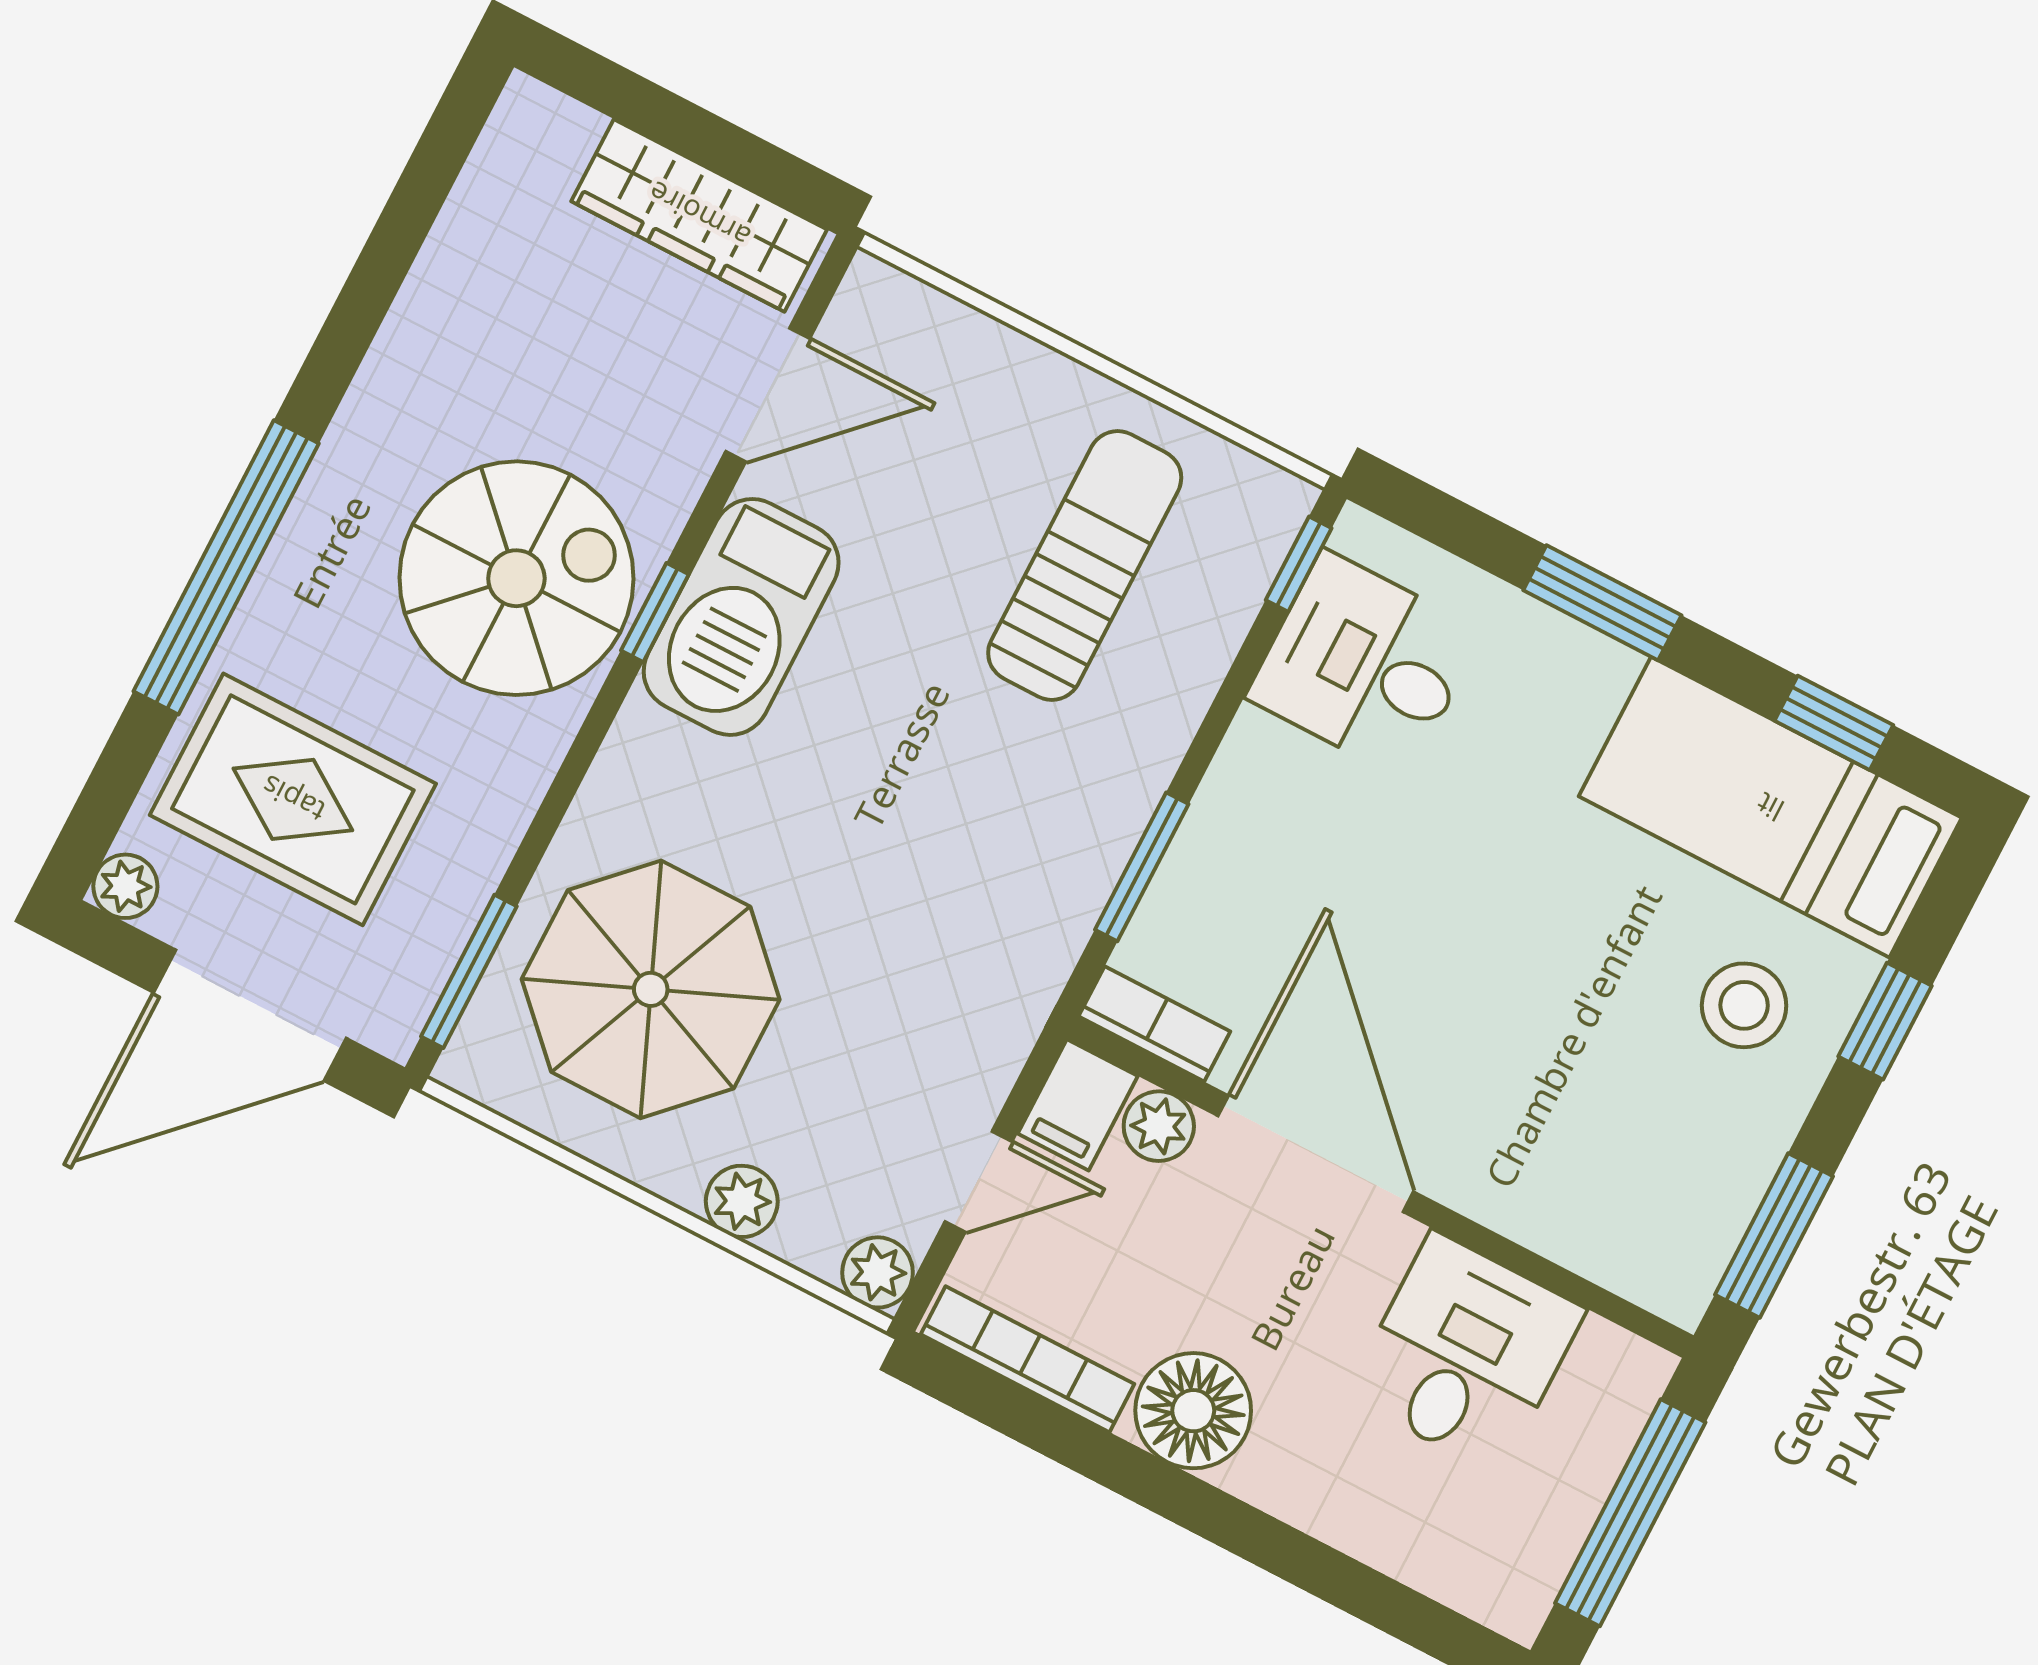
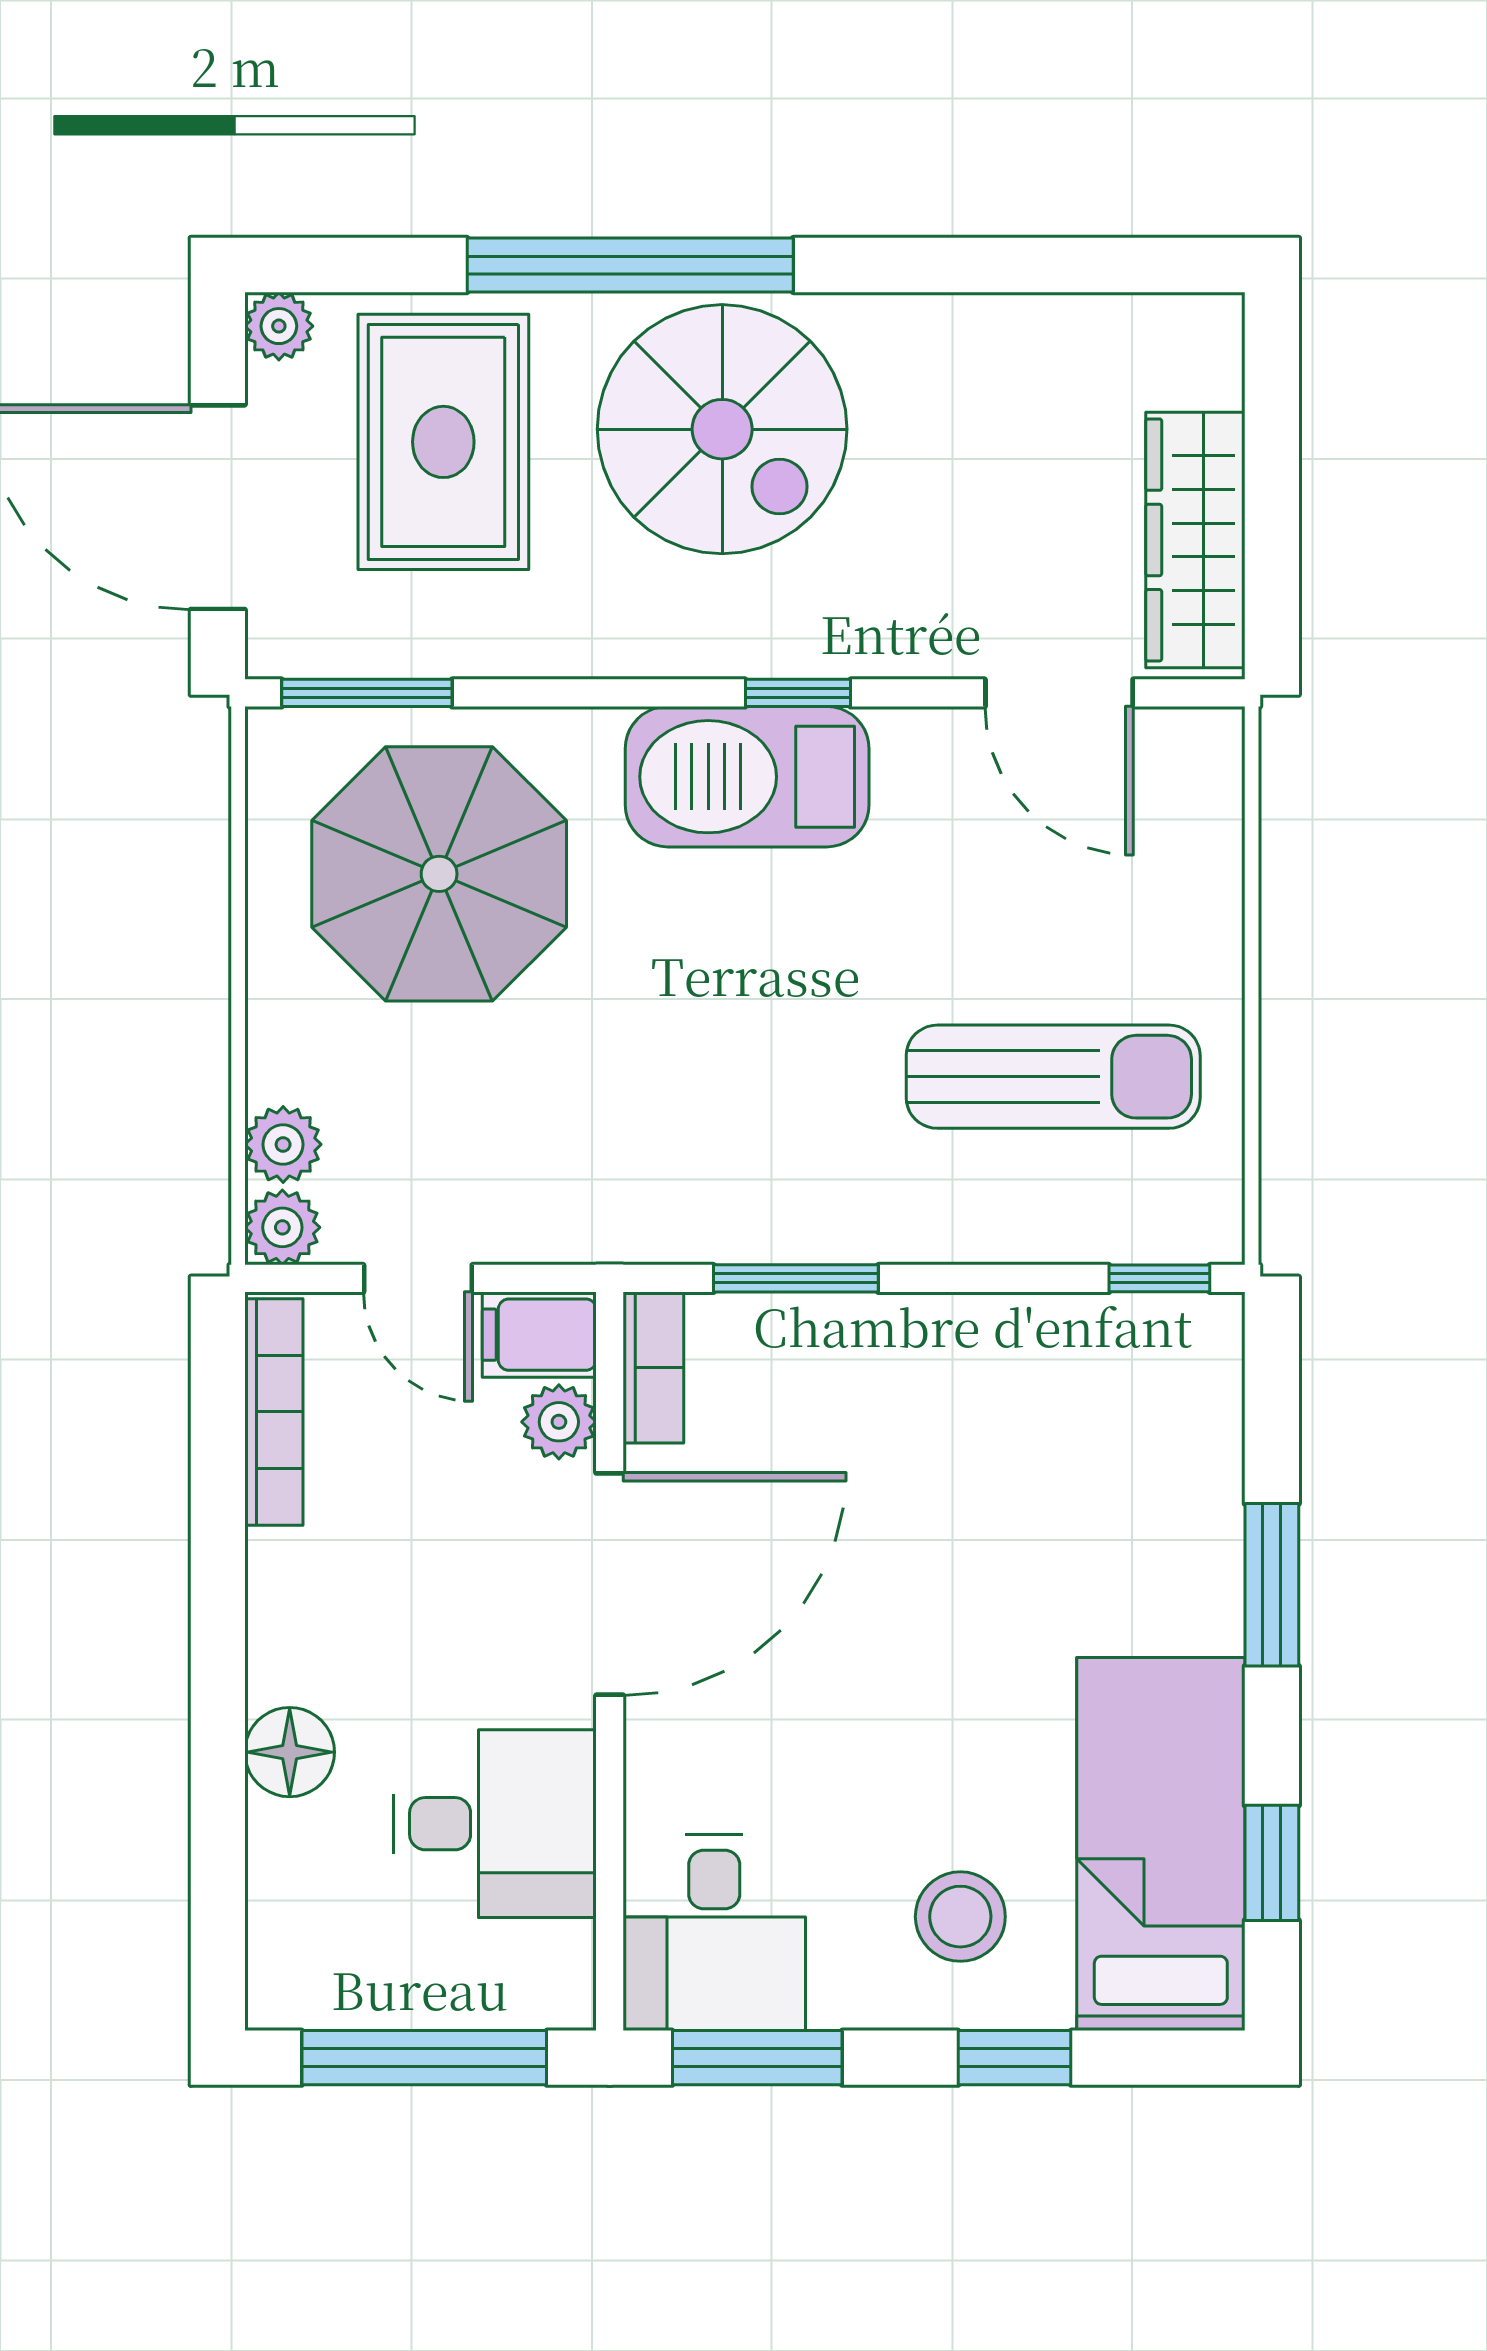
spiral stairs: (516, 578) -> (722, 429), moved
barbecue: (741, 617) -> (747, 777), moved
desk: (1365, 665) -> (714, 1933), moved, turned 180
plant: (742, 1201) -> (283, 1144), moved
floor lamp: (1193, 1411) -> (290, 1752), moved, width x0.73, depth x0.73

